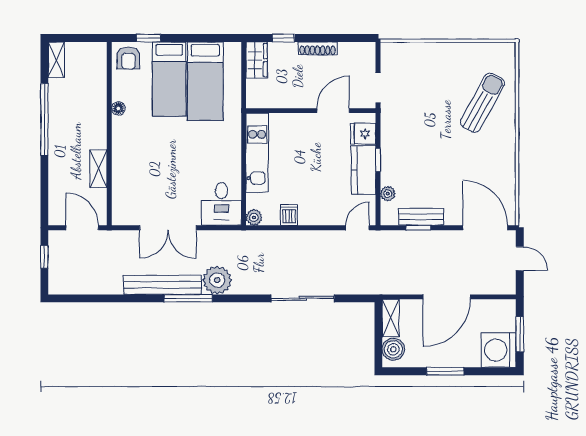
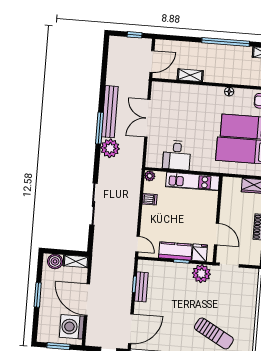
plant: (388, 194) -> (201, 274), moved, width x1.88, depth x1.88
desk: (221, 204) -> (177, 155), moved, turned -90
washing machine: (498, 350) -> (72, 327), moved, turned -90

